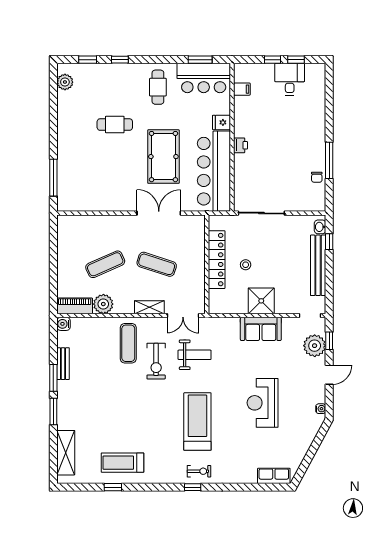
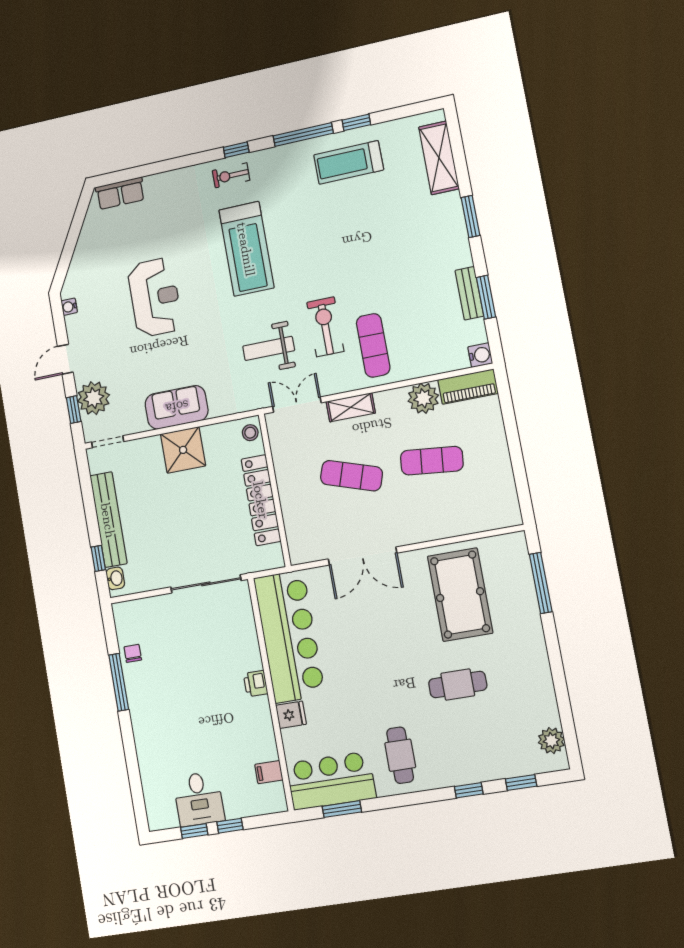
pool table: (163, 157) -> (460, 595), moved
exercise mat: (105, 264) -> (432, 461), turned 30
stool: (246, 265) -> (250, 433), moved
window: (53, 378) -> (486, 297), moved
treadmill: (122, 463) -> (349, 162), turned 180
window: (148, 487) -> (303, 134), added

